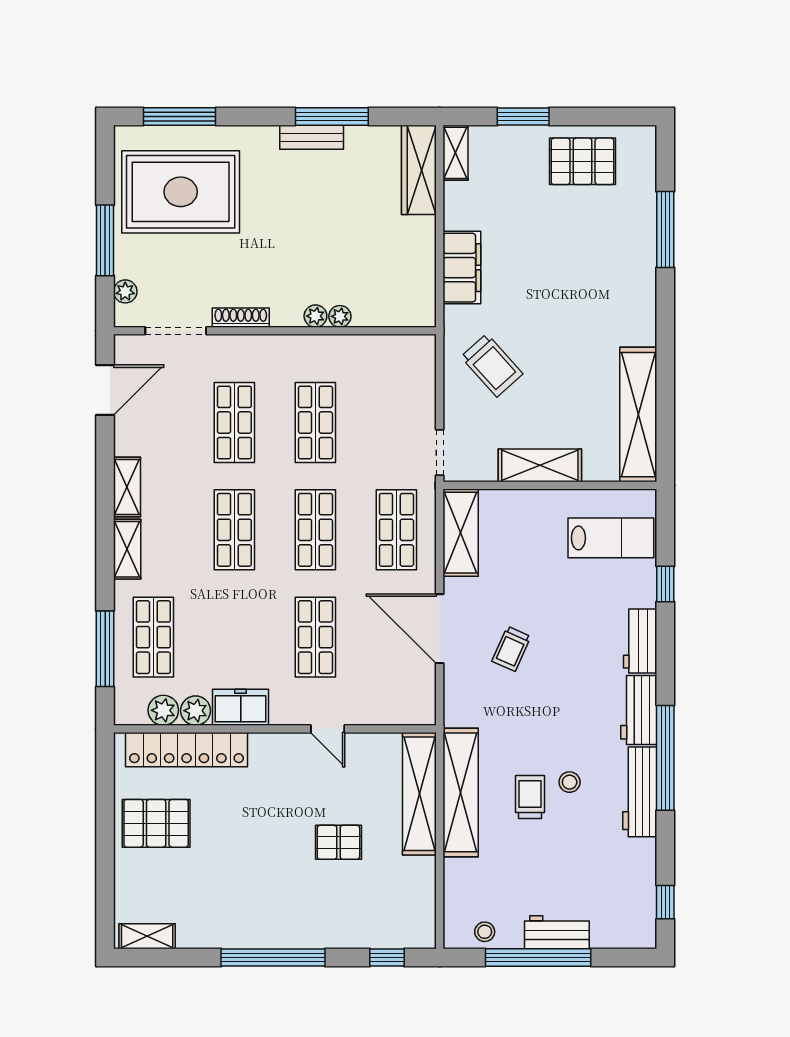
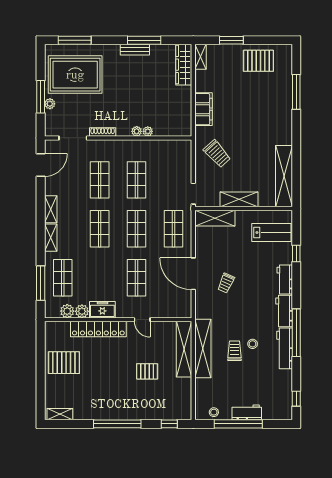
plant: (125, 291) -> (50, 104), moved
shelving: (461, 533) -> (215, 218), moved, turned 90
locker: (187, 750) -> (98, 329), moved

